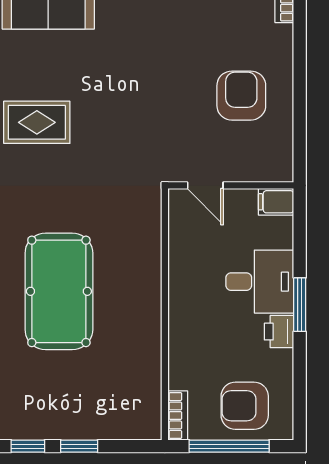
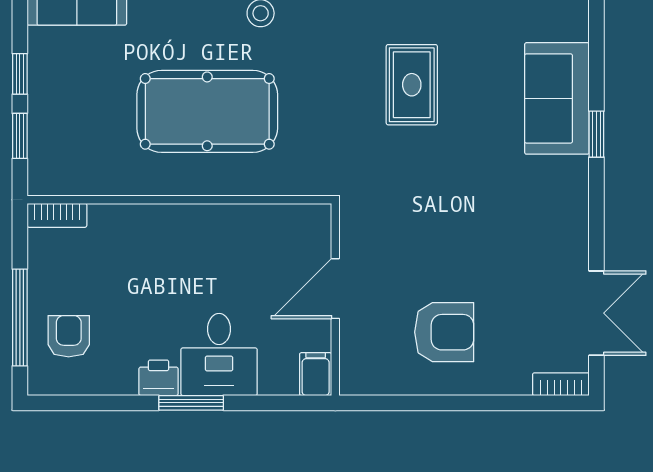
door: (205, 185) -> (335, 289), width x1.38
wall: (165, 314) -> (179, 200), moved
armchair: (245, 406) -> (69, 336), width x0.72, depth x0.72
bookcase: (178, 415) -> (57, 215), moved

